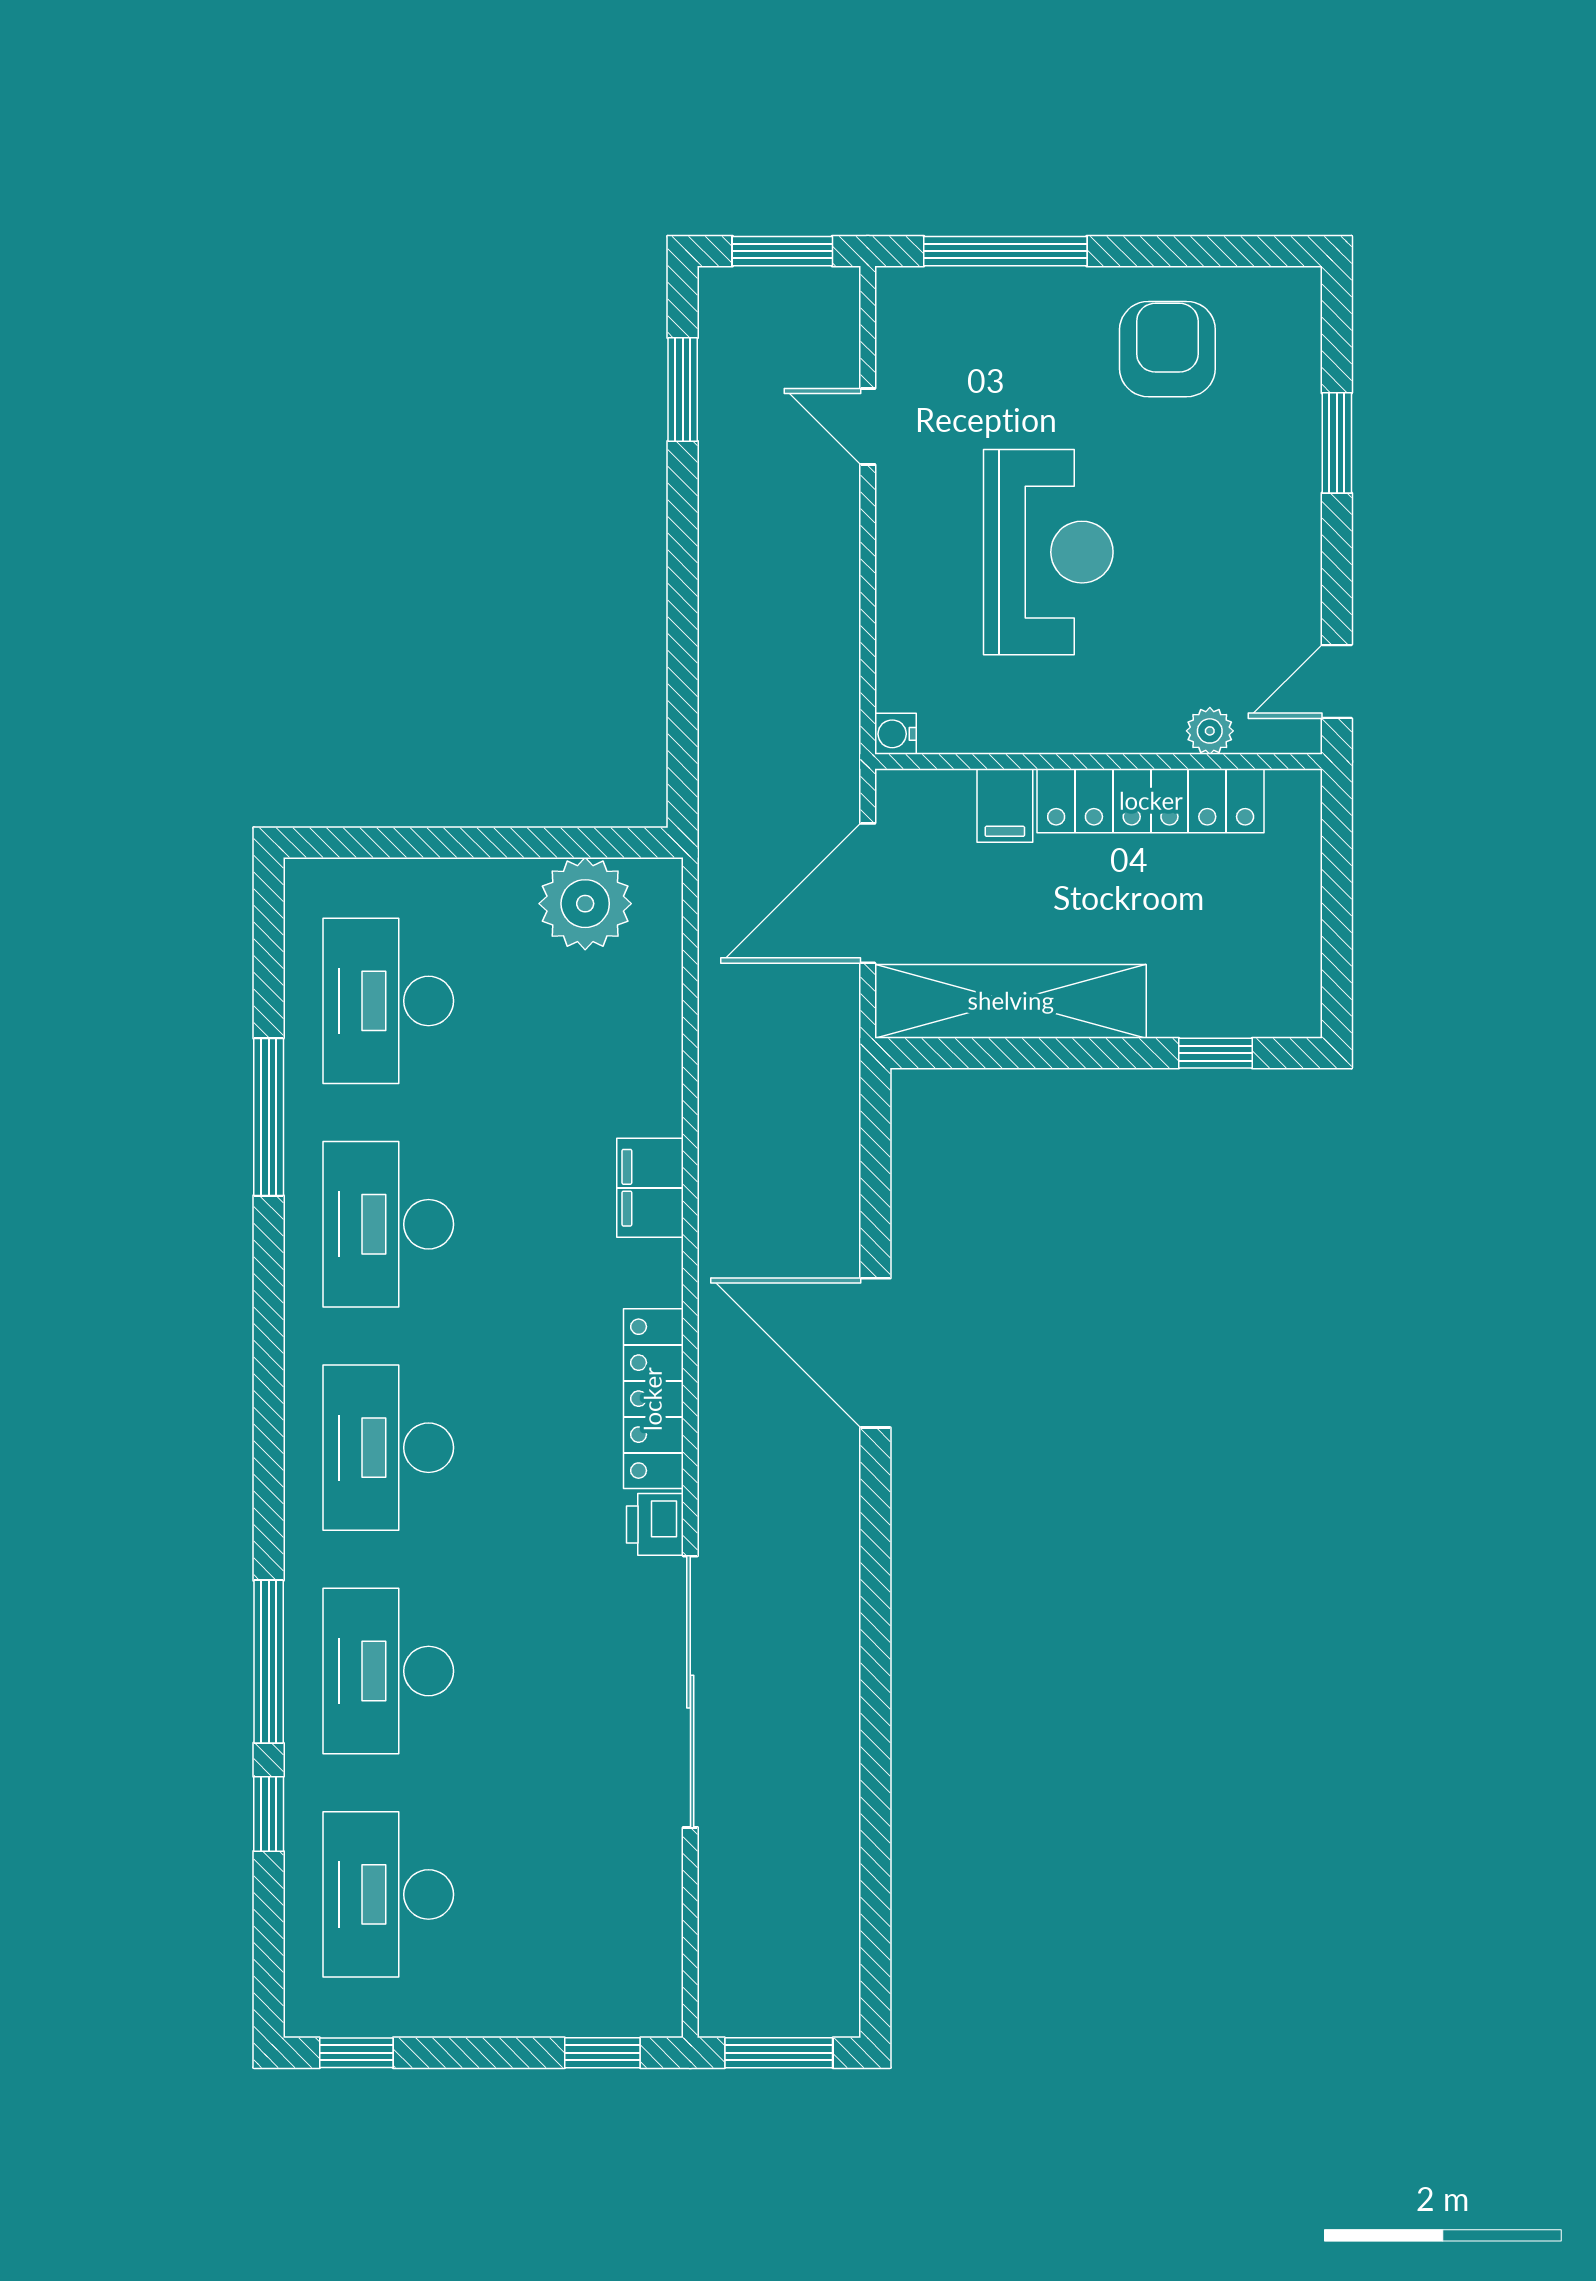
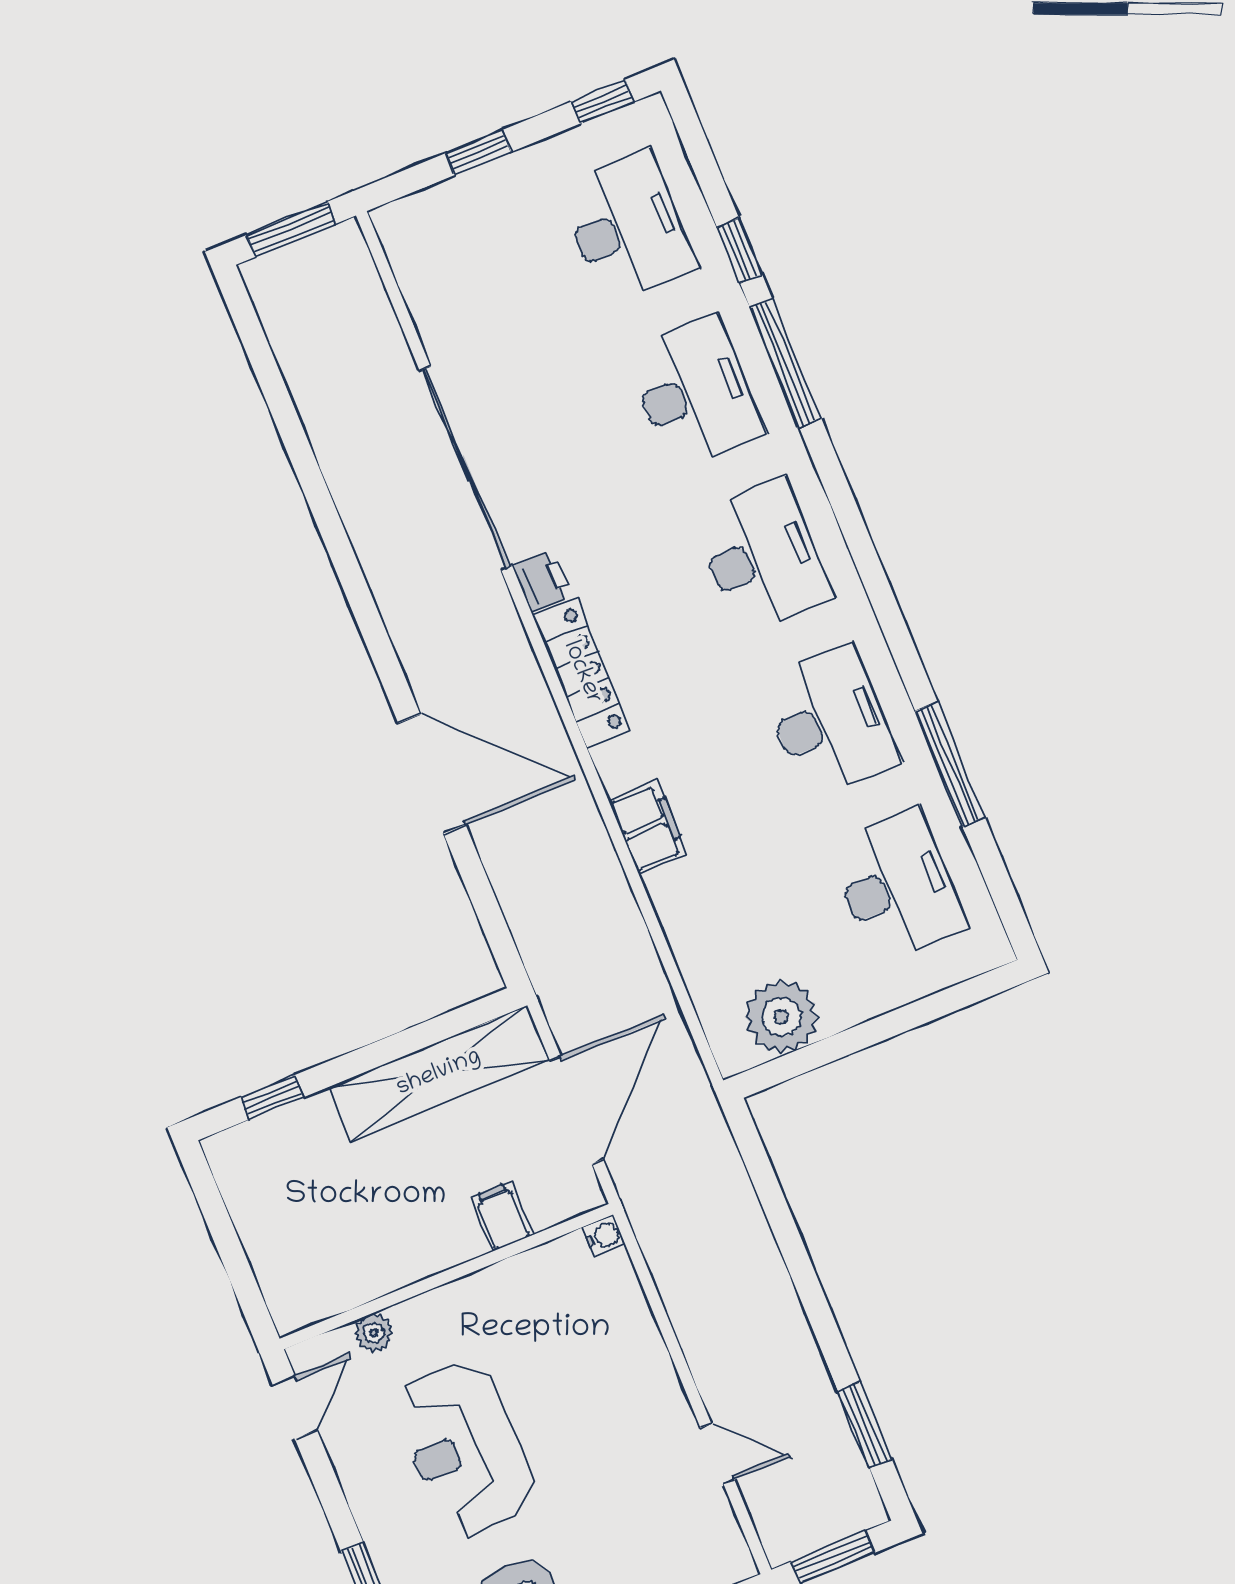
reception desk: (1048, 552) -> (465, 1449), moved
locker: (1151, 801) -> (396, 1264), removed
window: (602, 2053) -> (478, 153), moved

